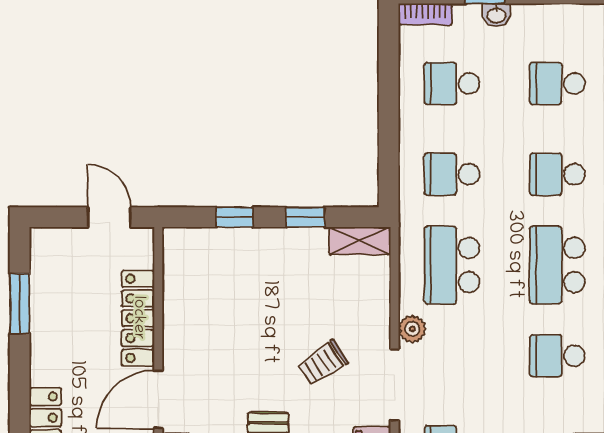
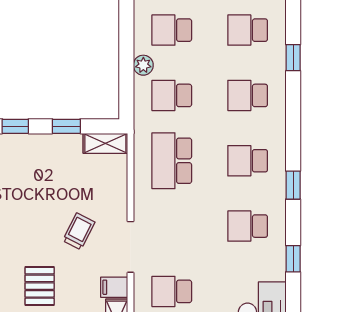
school desk: (557, 265) -> (248, 161), width x0.54
plant: (412, 329) -> (143, 65), moved
trolley: (323, 363) -> (79, 231), turned 151

